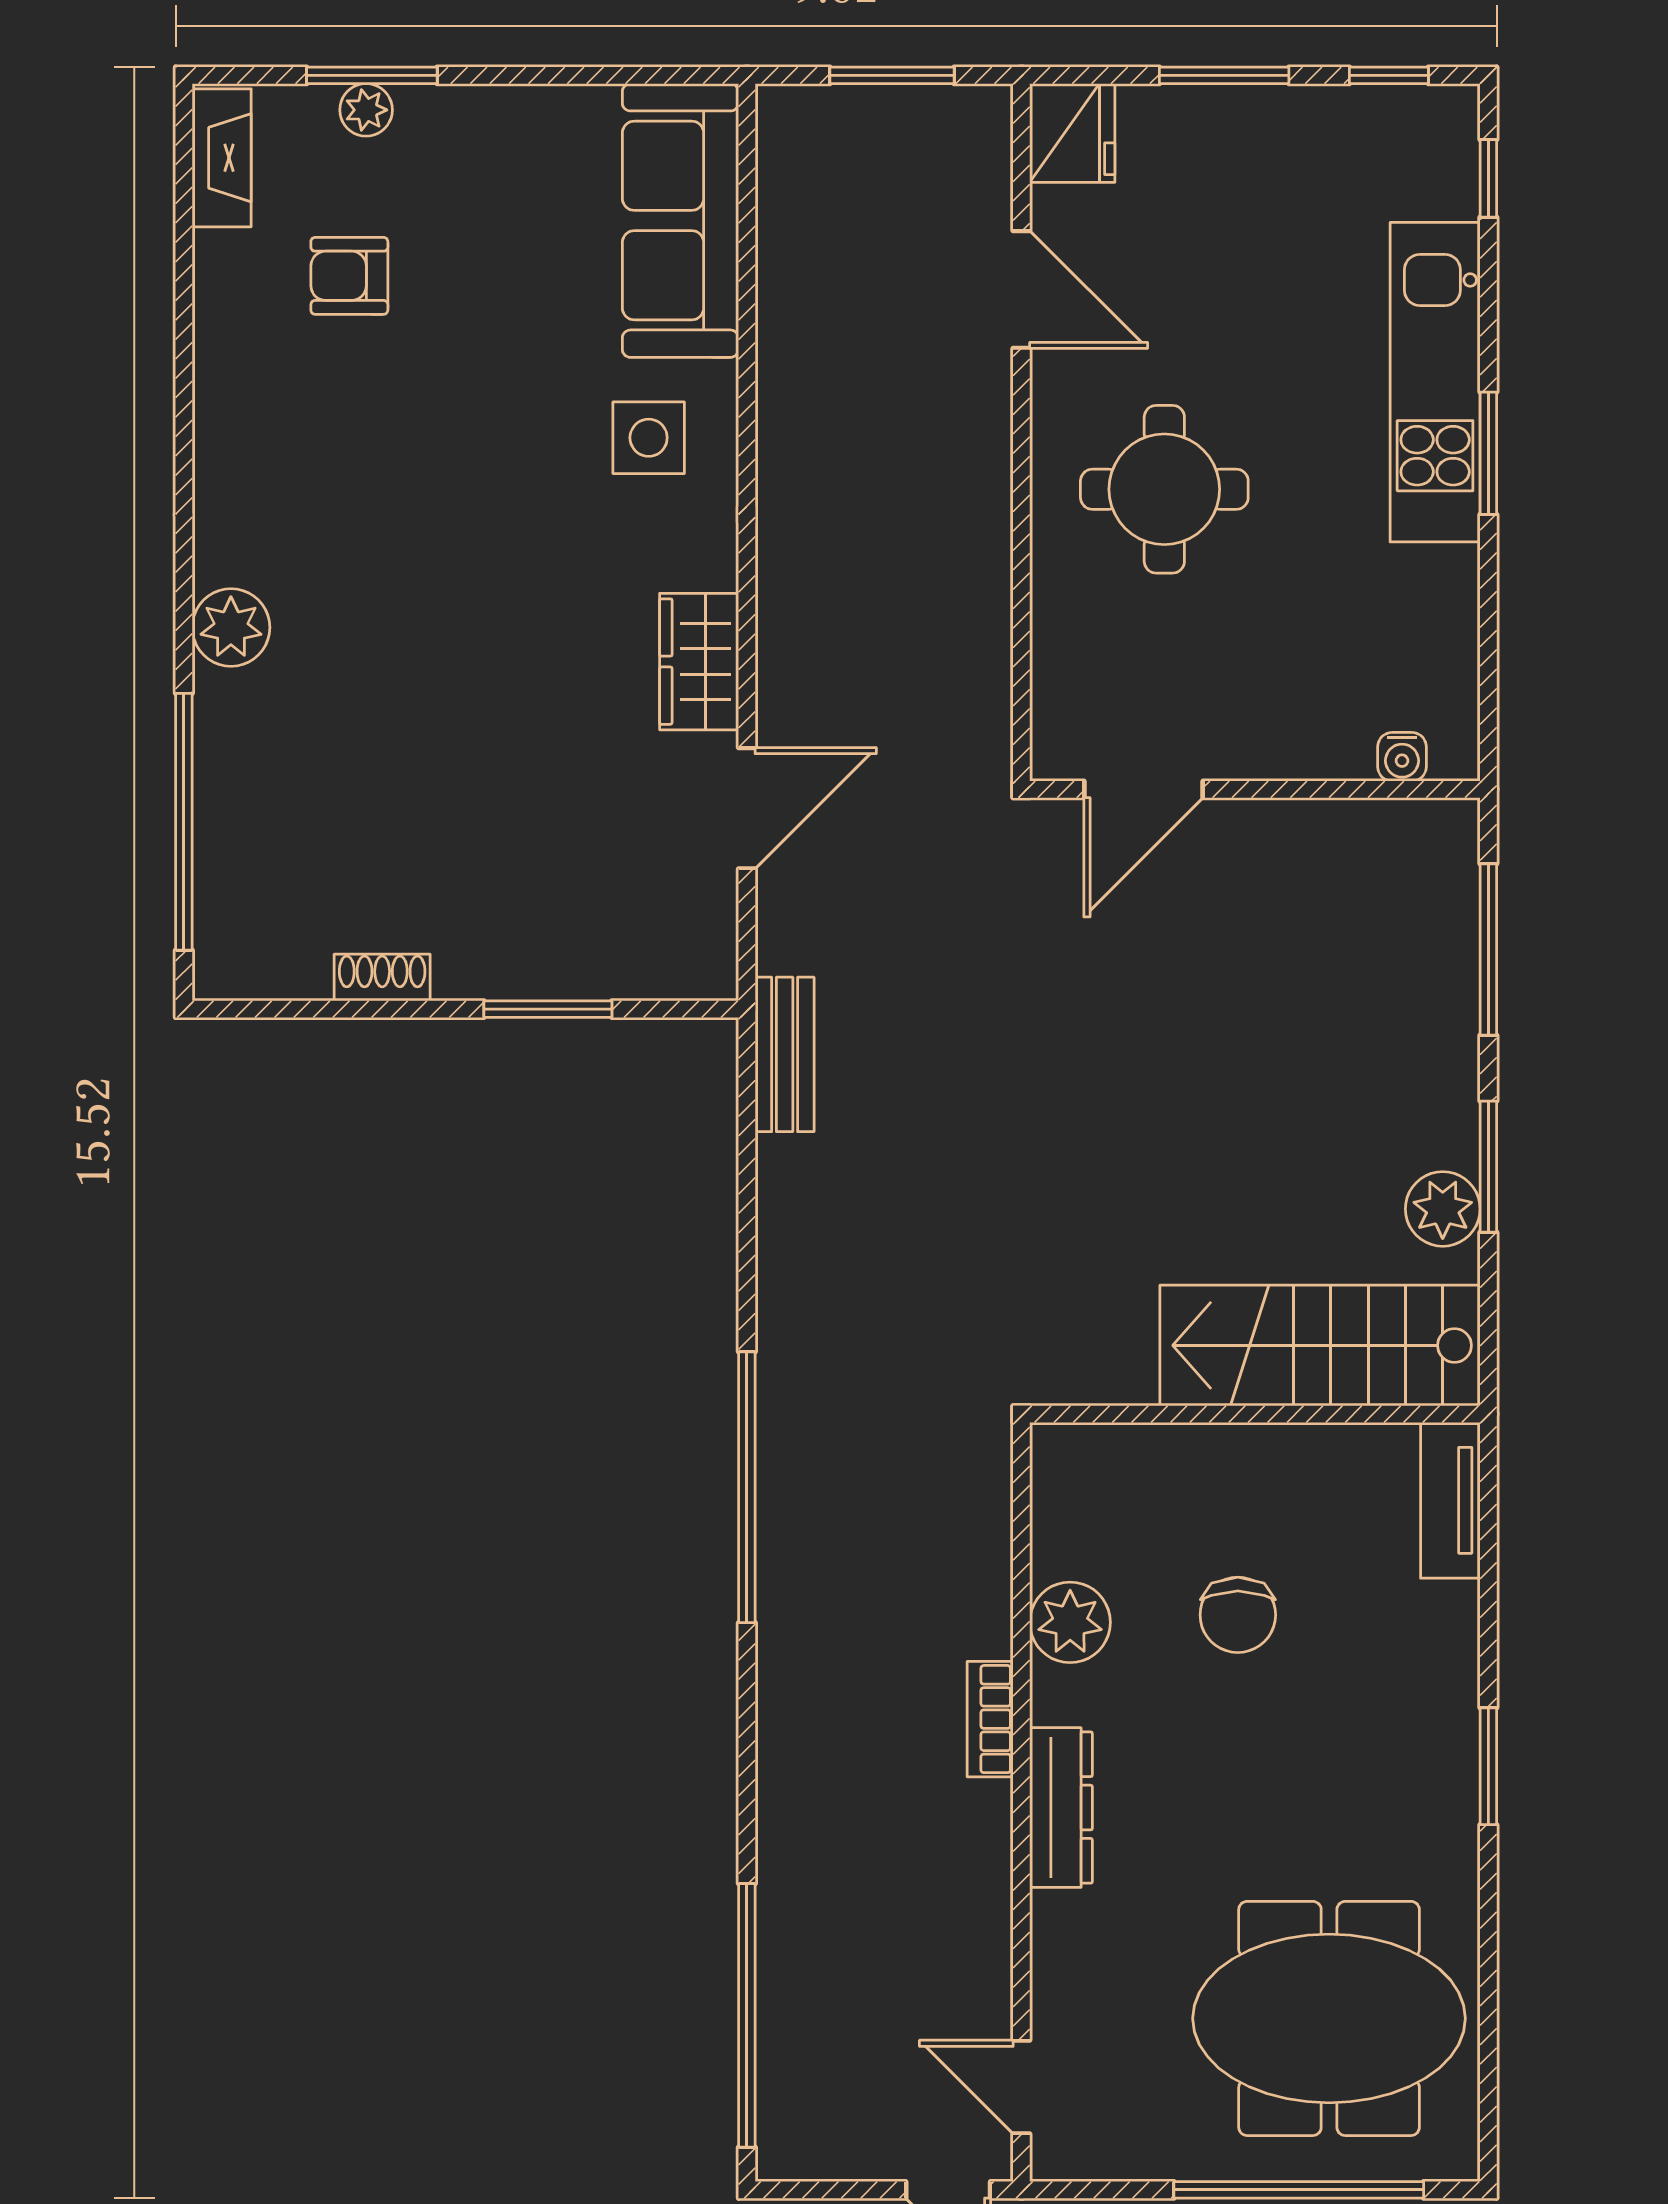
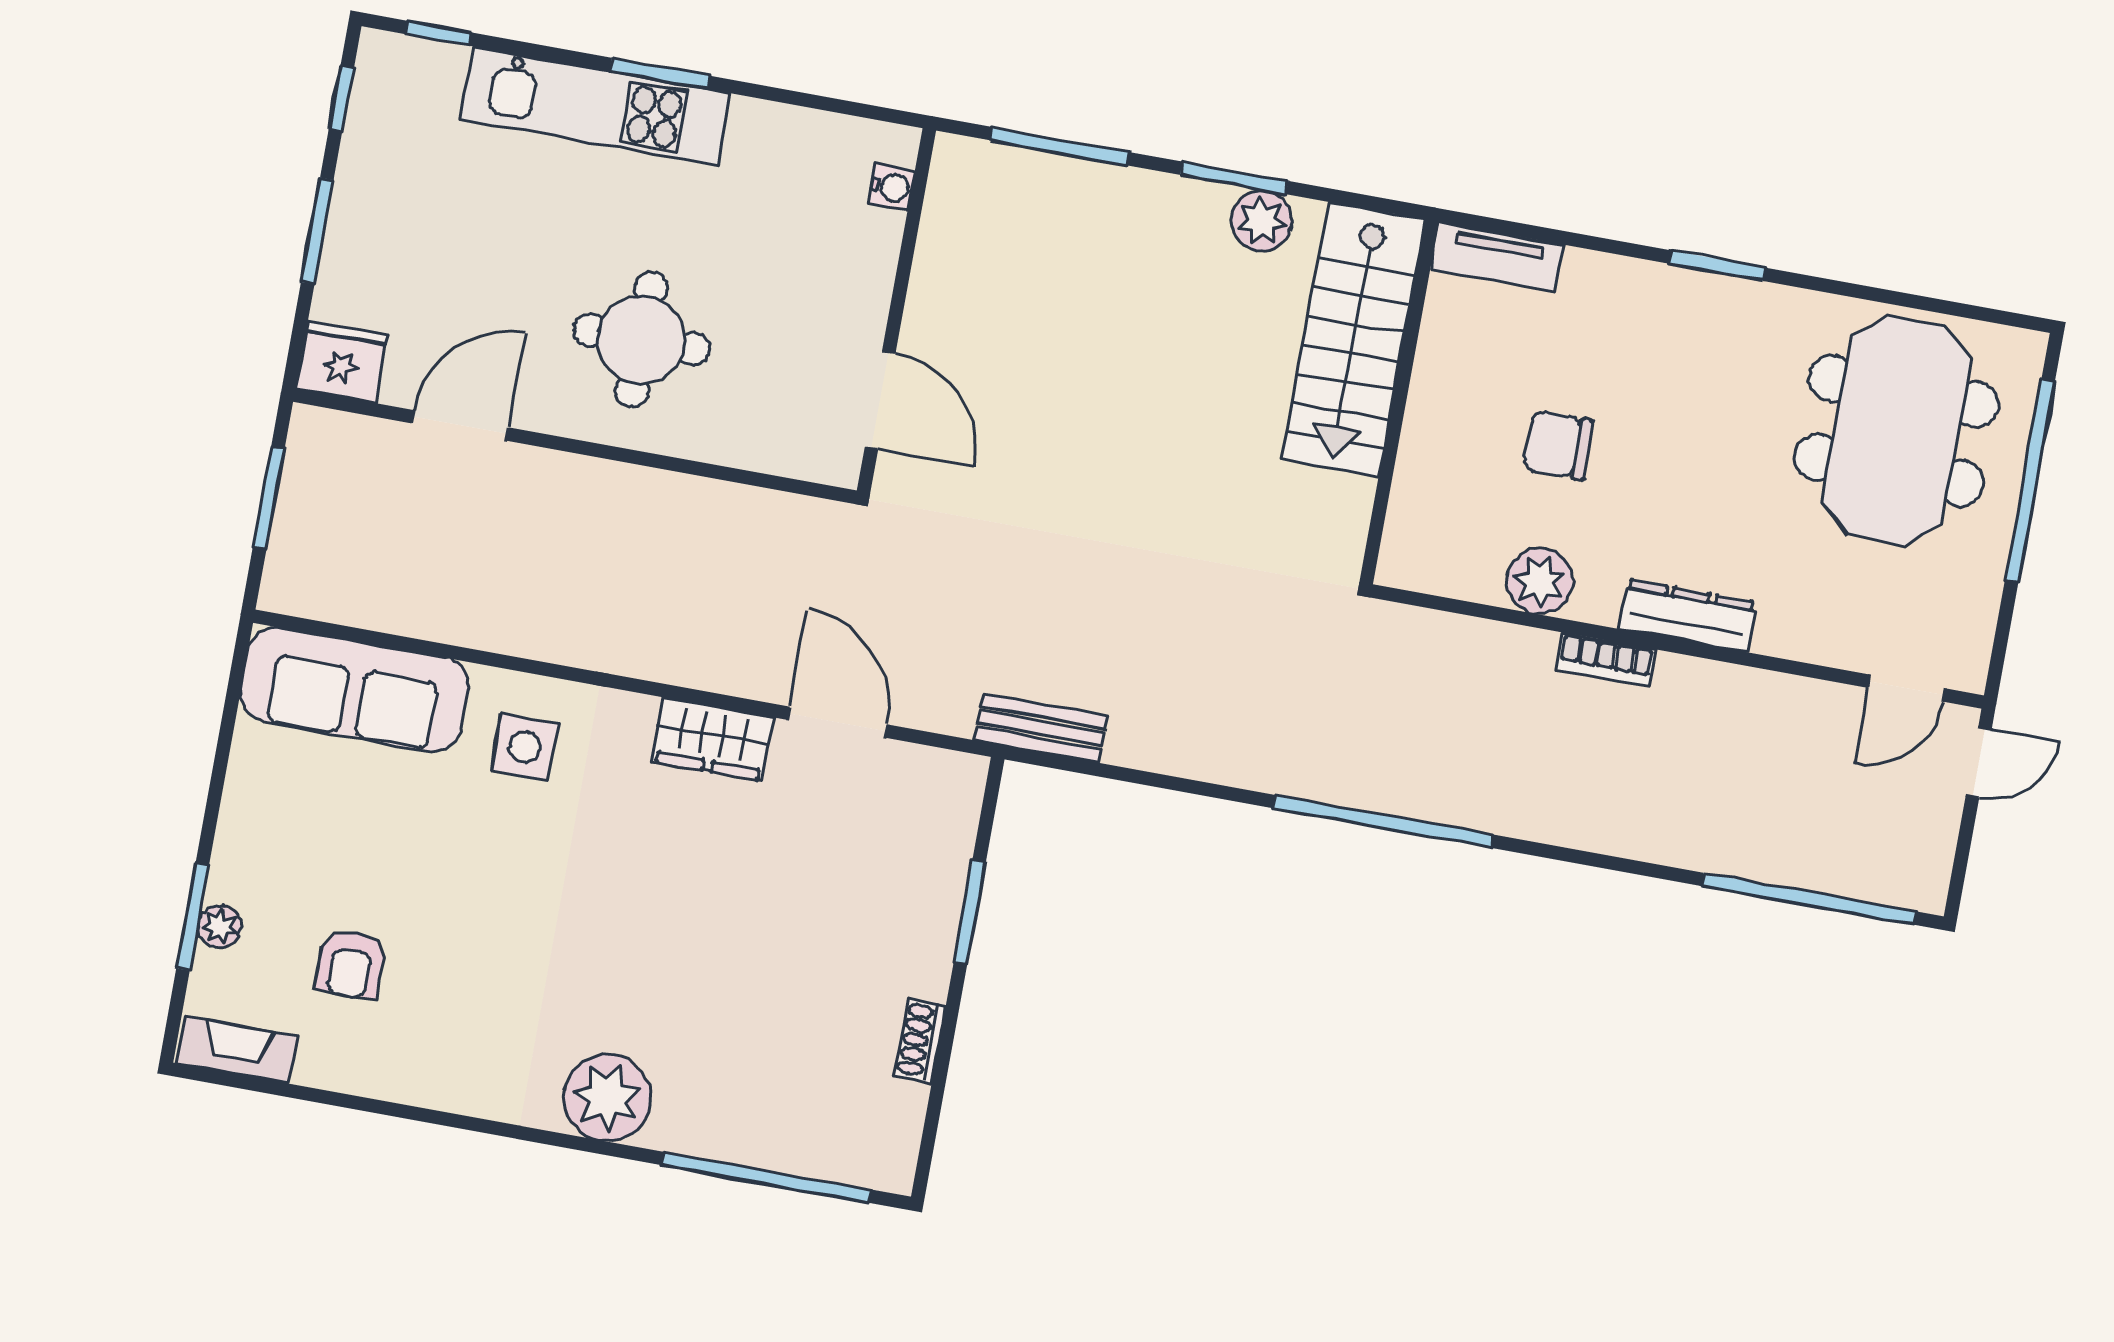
plant: (231, 627) -> (607, 1098), width x1.36, depth x1.36
chair: (1238, 1615) -> (1558, 445), turned 180

